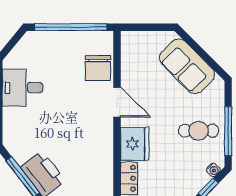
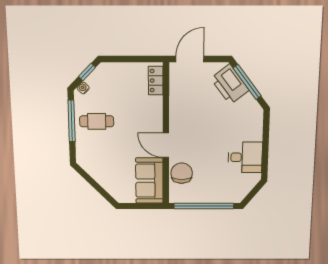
sofa: (187, 66) -> (149, 181), moved, turned -135
fridge: (135, 144) -> (151, 110), removed

